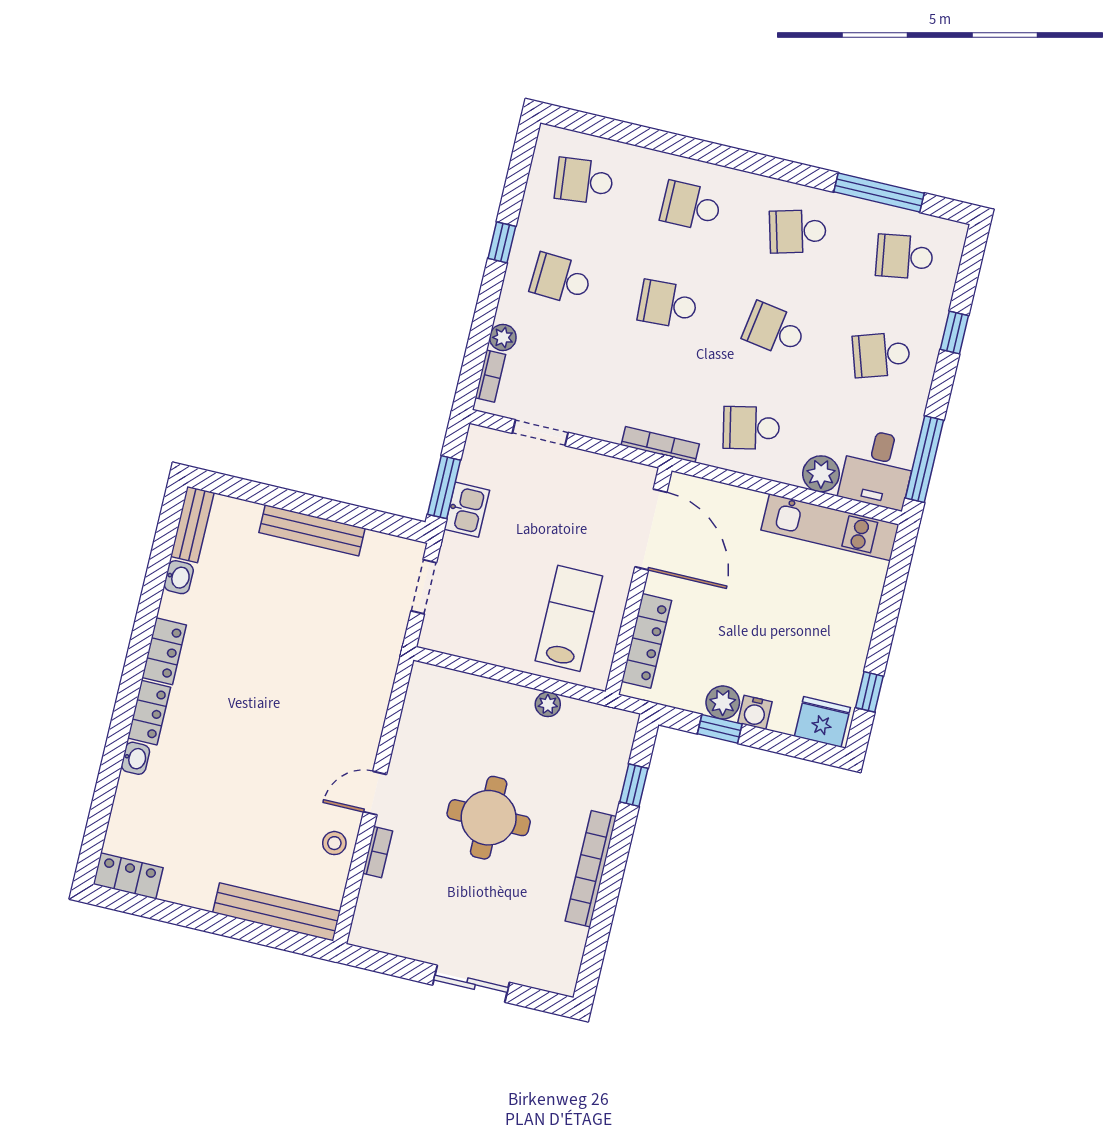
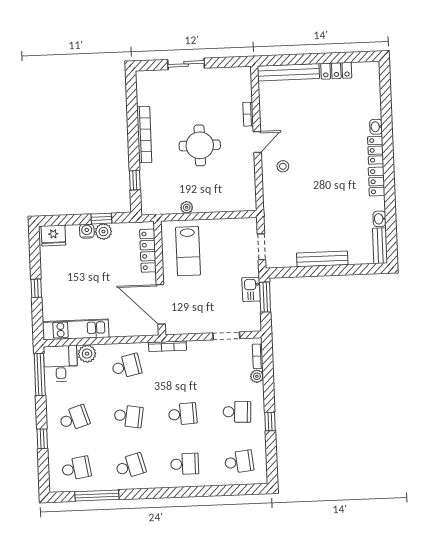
window: (869, 692) -> (36, 288), moved
stool: (334, 843) -> (283, 166), moved
locker: (128, 876) -> (336, 71), moved

